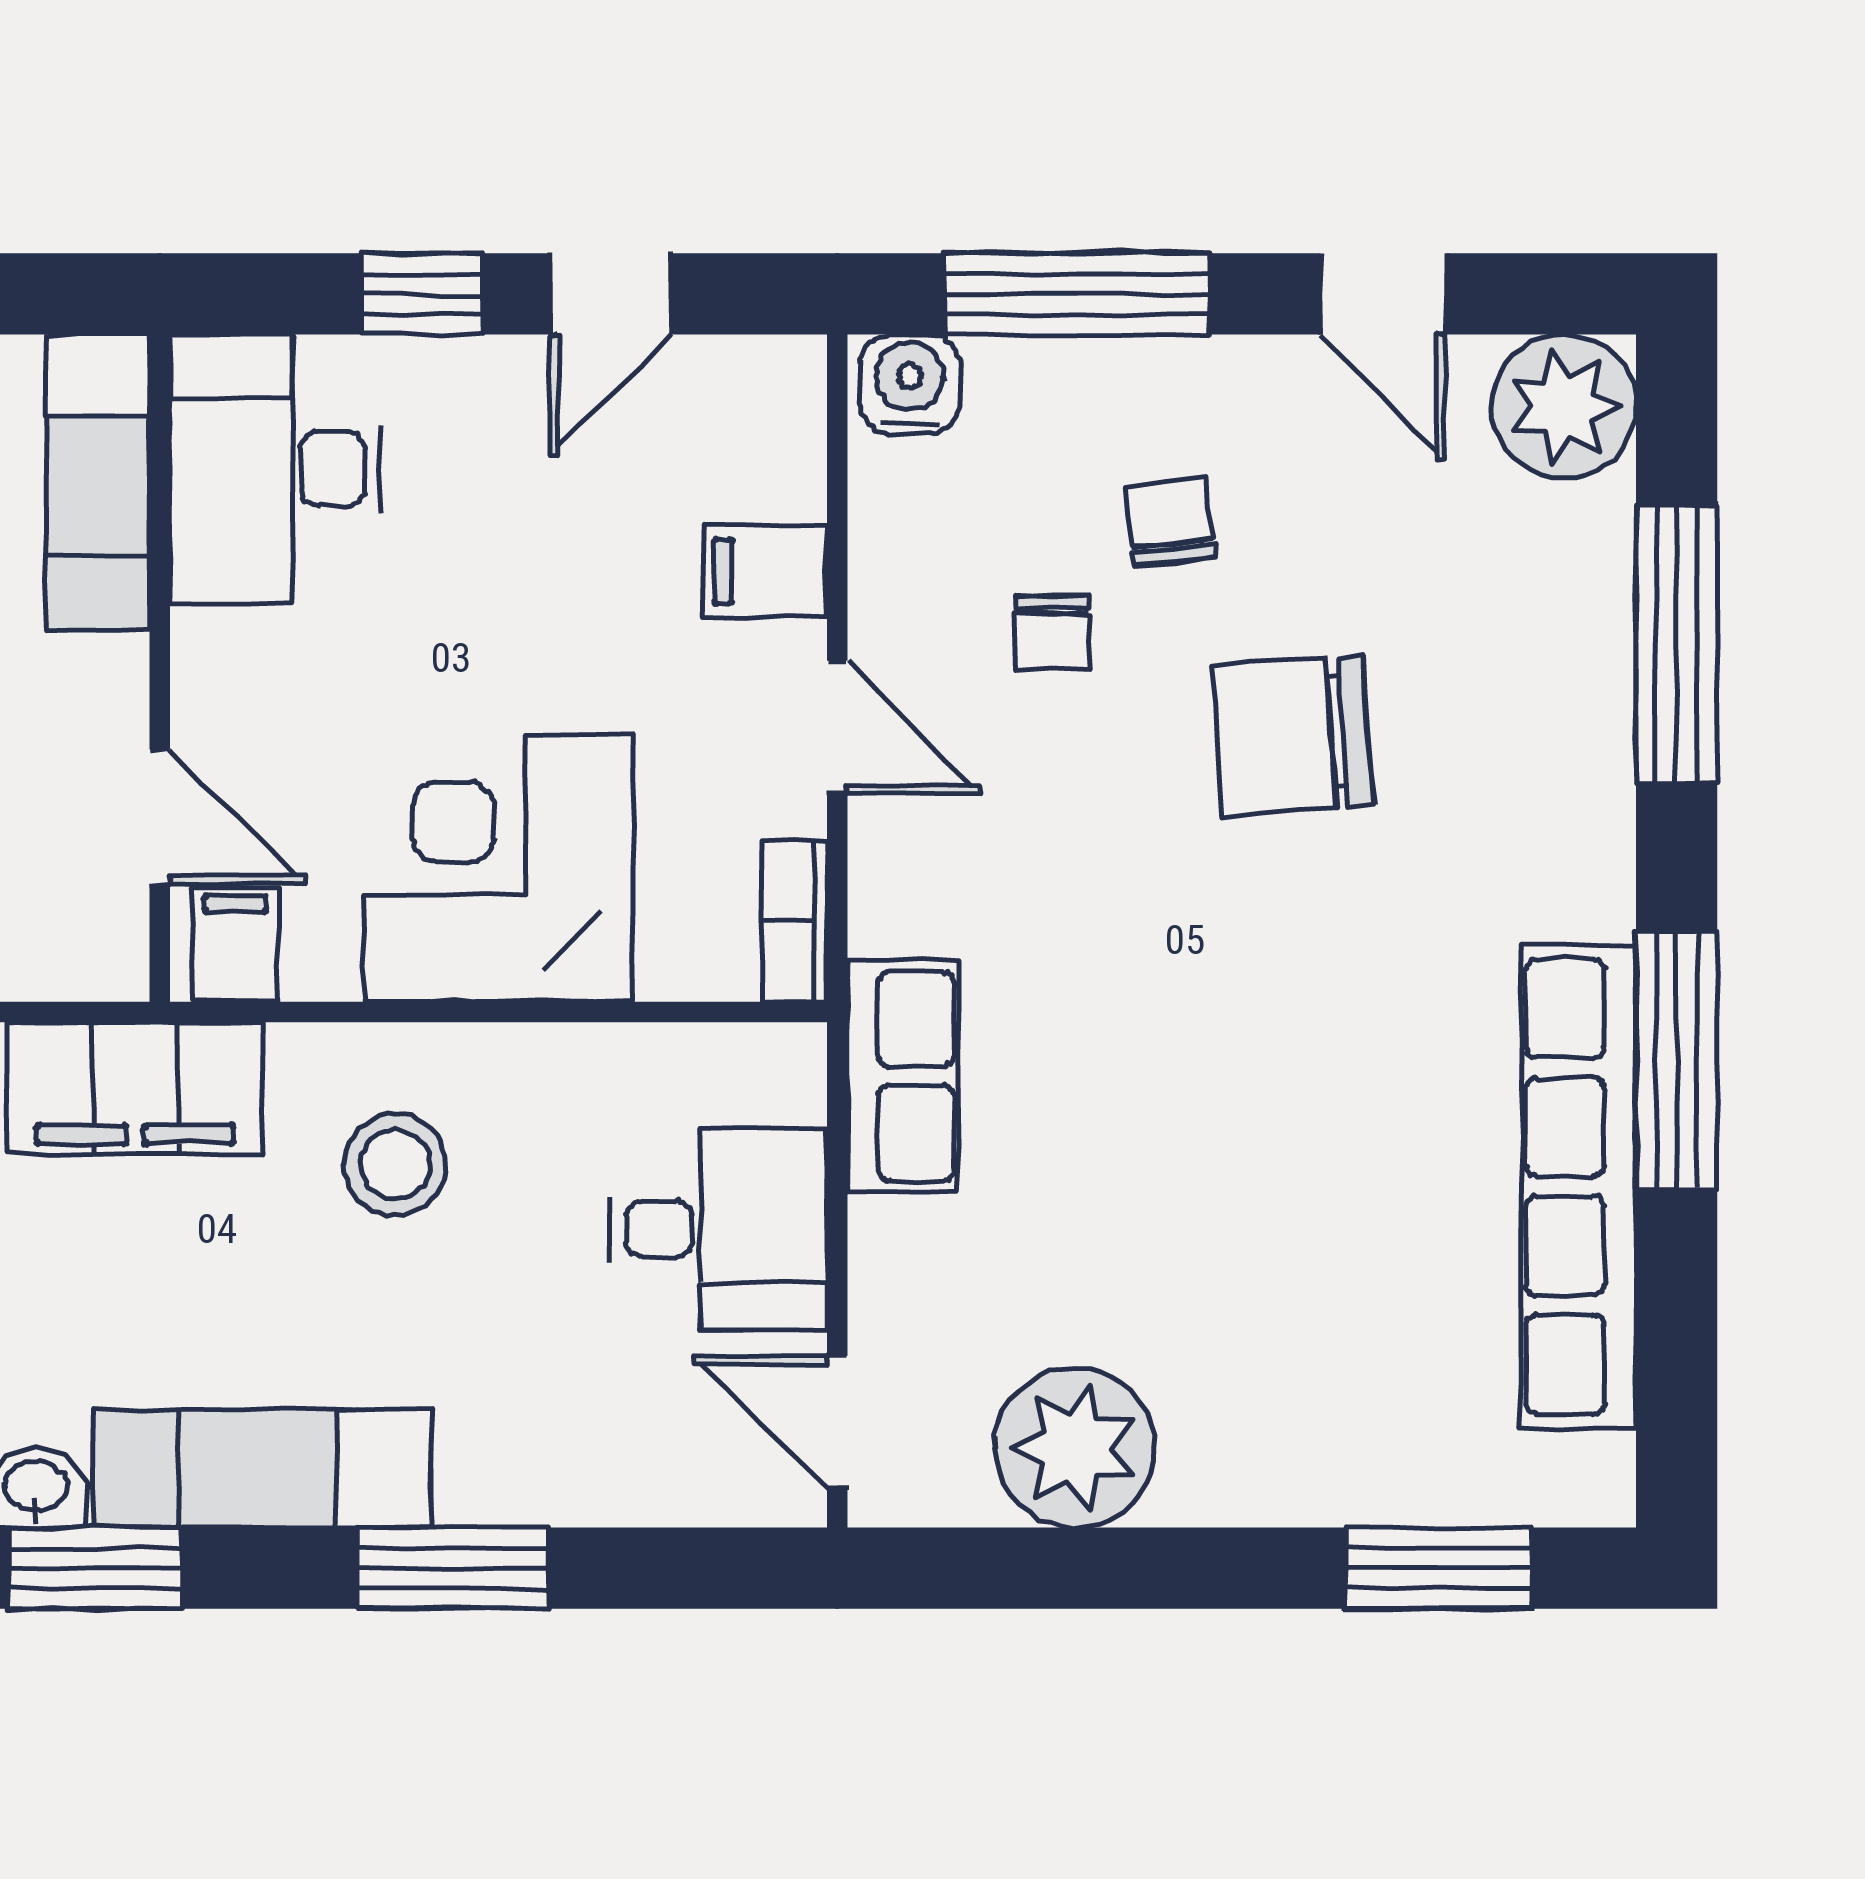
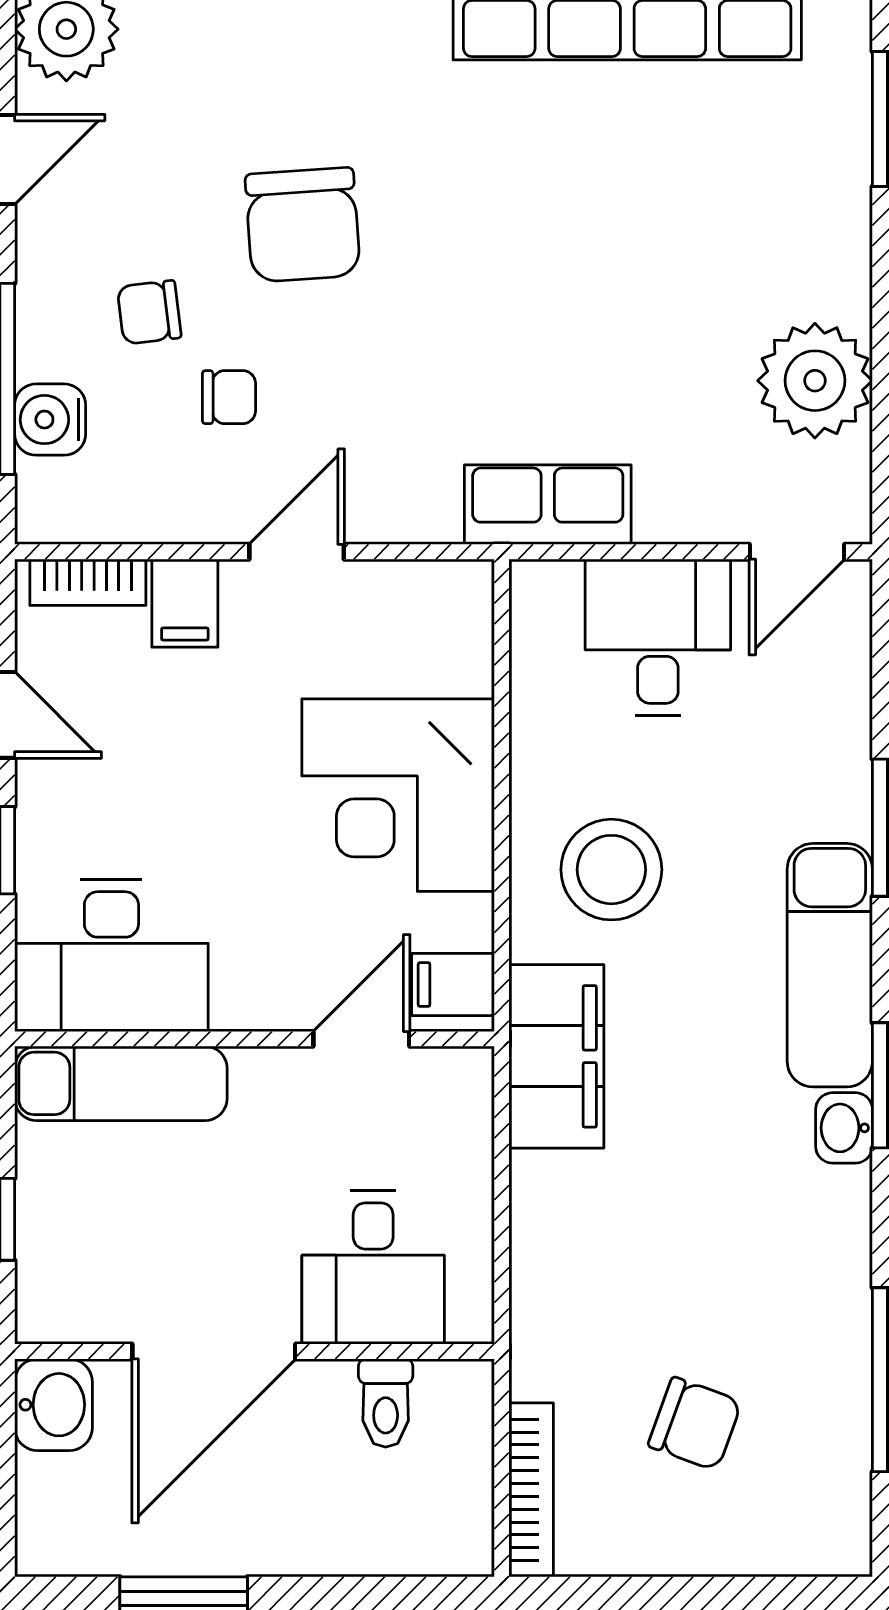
water cooler: (910, 384) -> (50, 420), moved
bookcase: (795, 921) -> (88, 582), moved
stool: (395, 1165) -> (611, 870), width x1.38, depth x1.38

